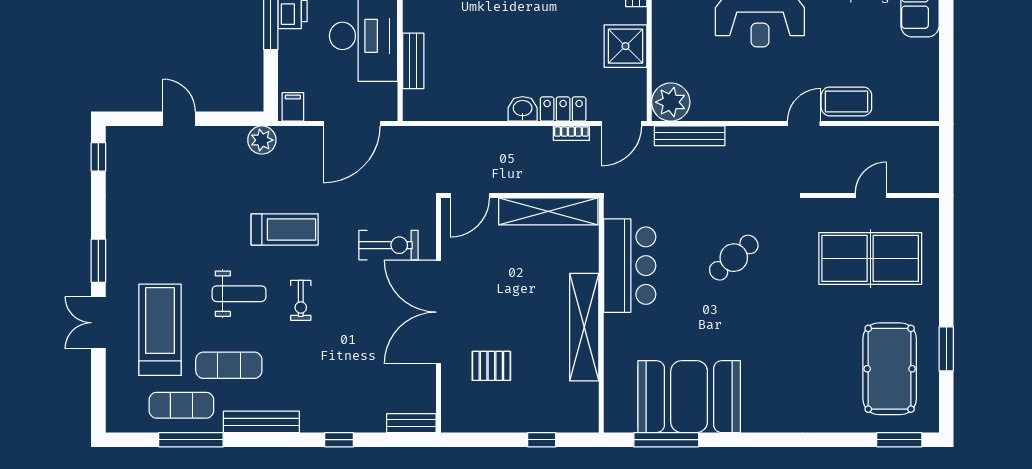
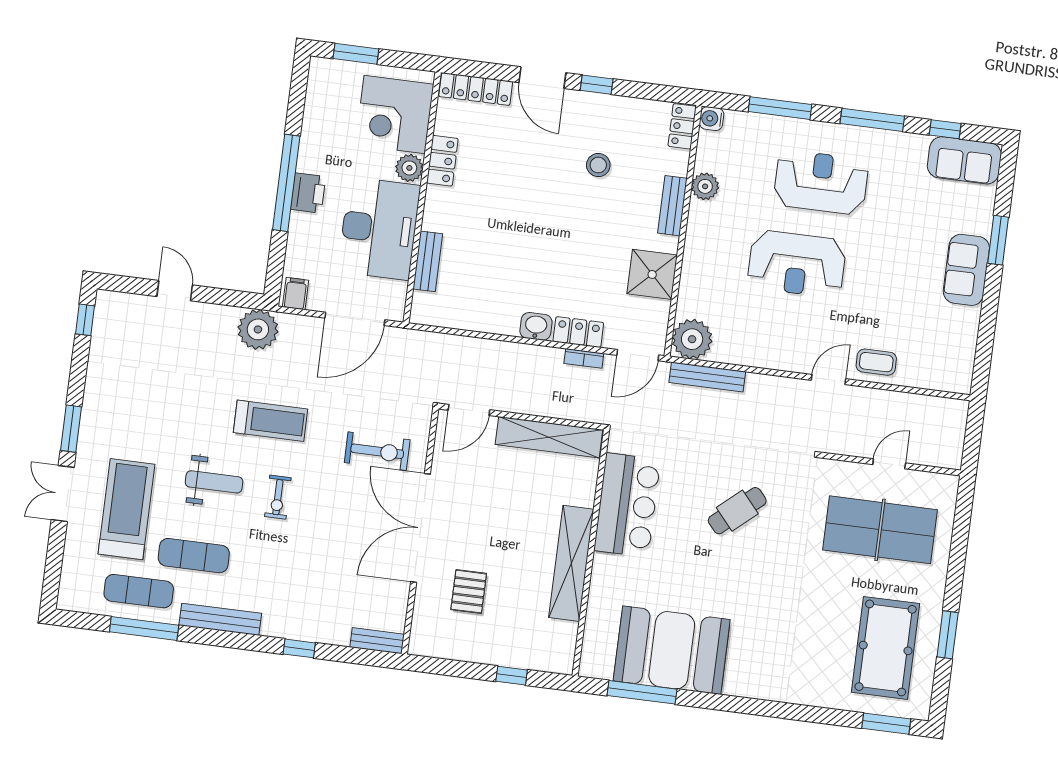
coffee table: (846, 101) -> (876, 362), width x0.73, depth x0.77
plant: (262, 140) -> (258, 329), width x1.36, depth x1.36
pallet: (491, 366) -> (469, 592), turned 90

